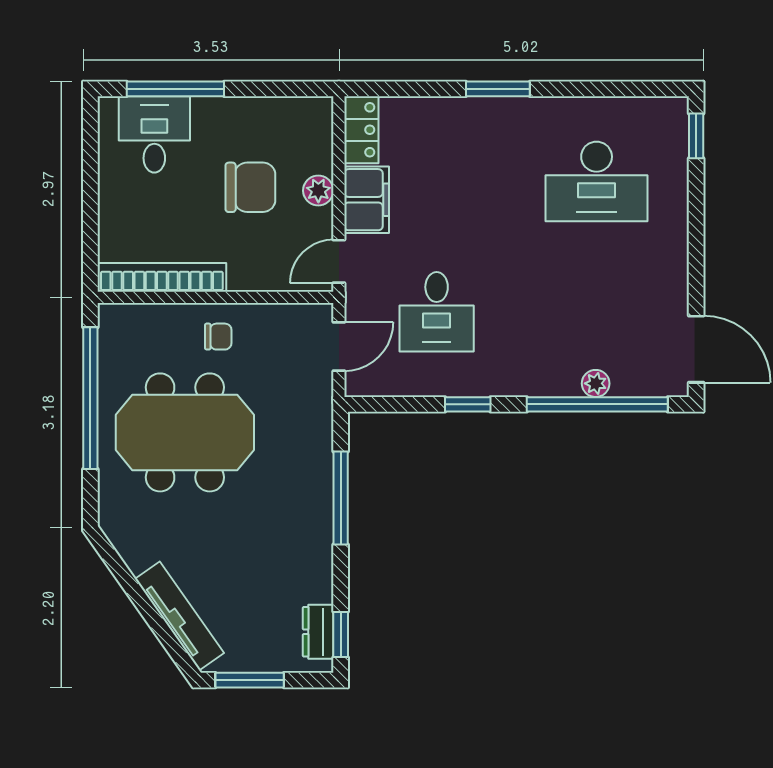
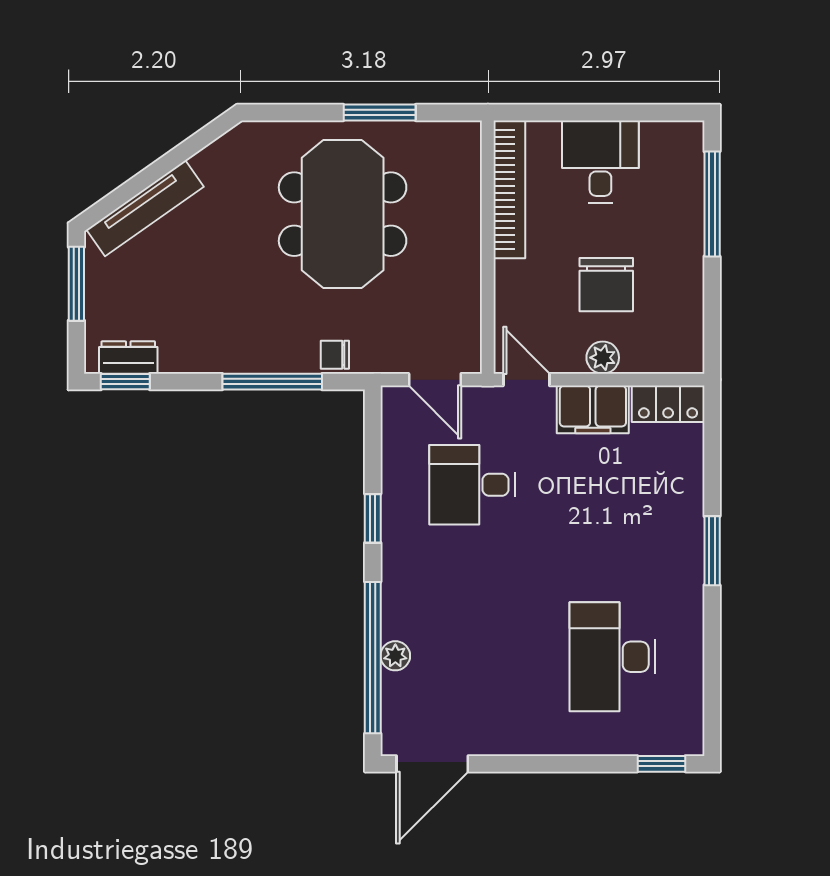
desk: (154, 134) -> (600, 161), moved, turned -90
chair: (218, 337) -> (335, 355), moved, turned 90
window: (90, 398) -> (380, 112), width x0.47

